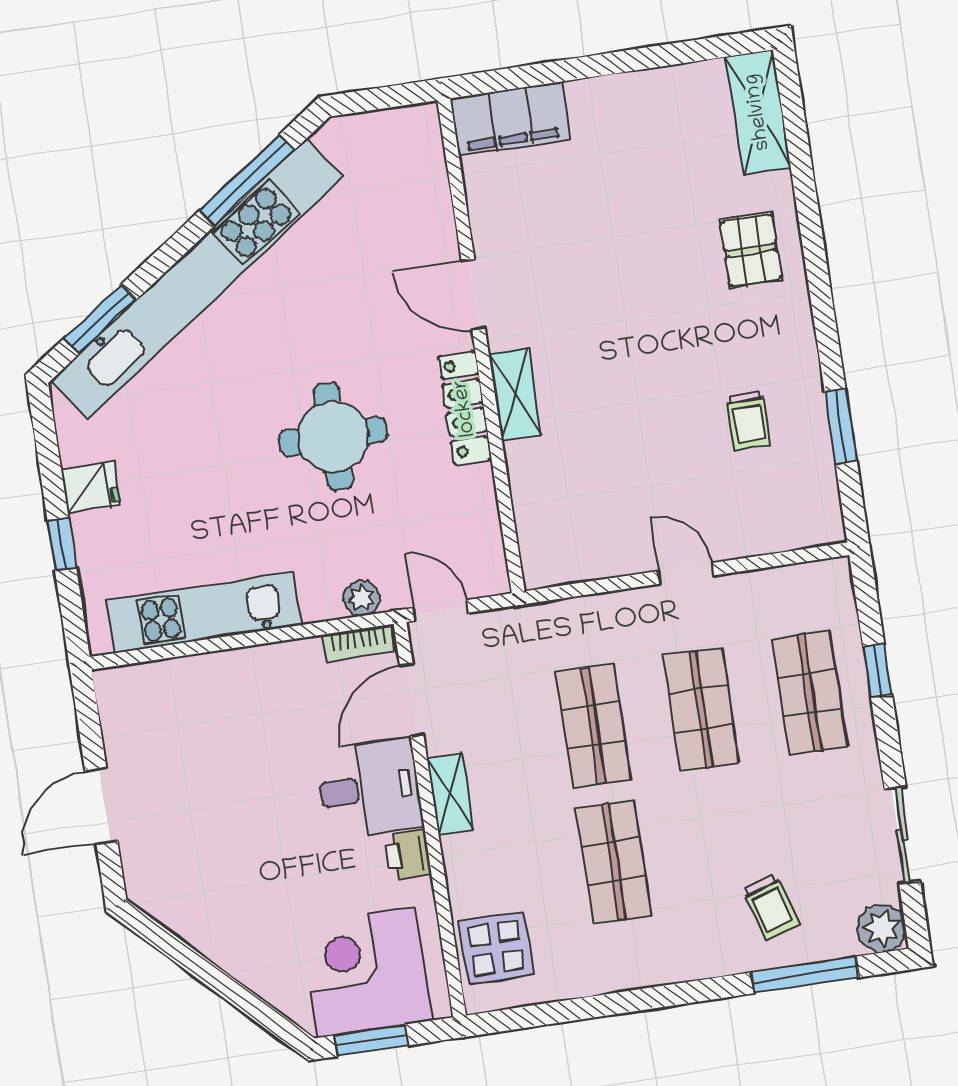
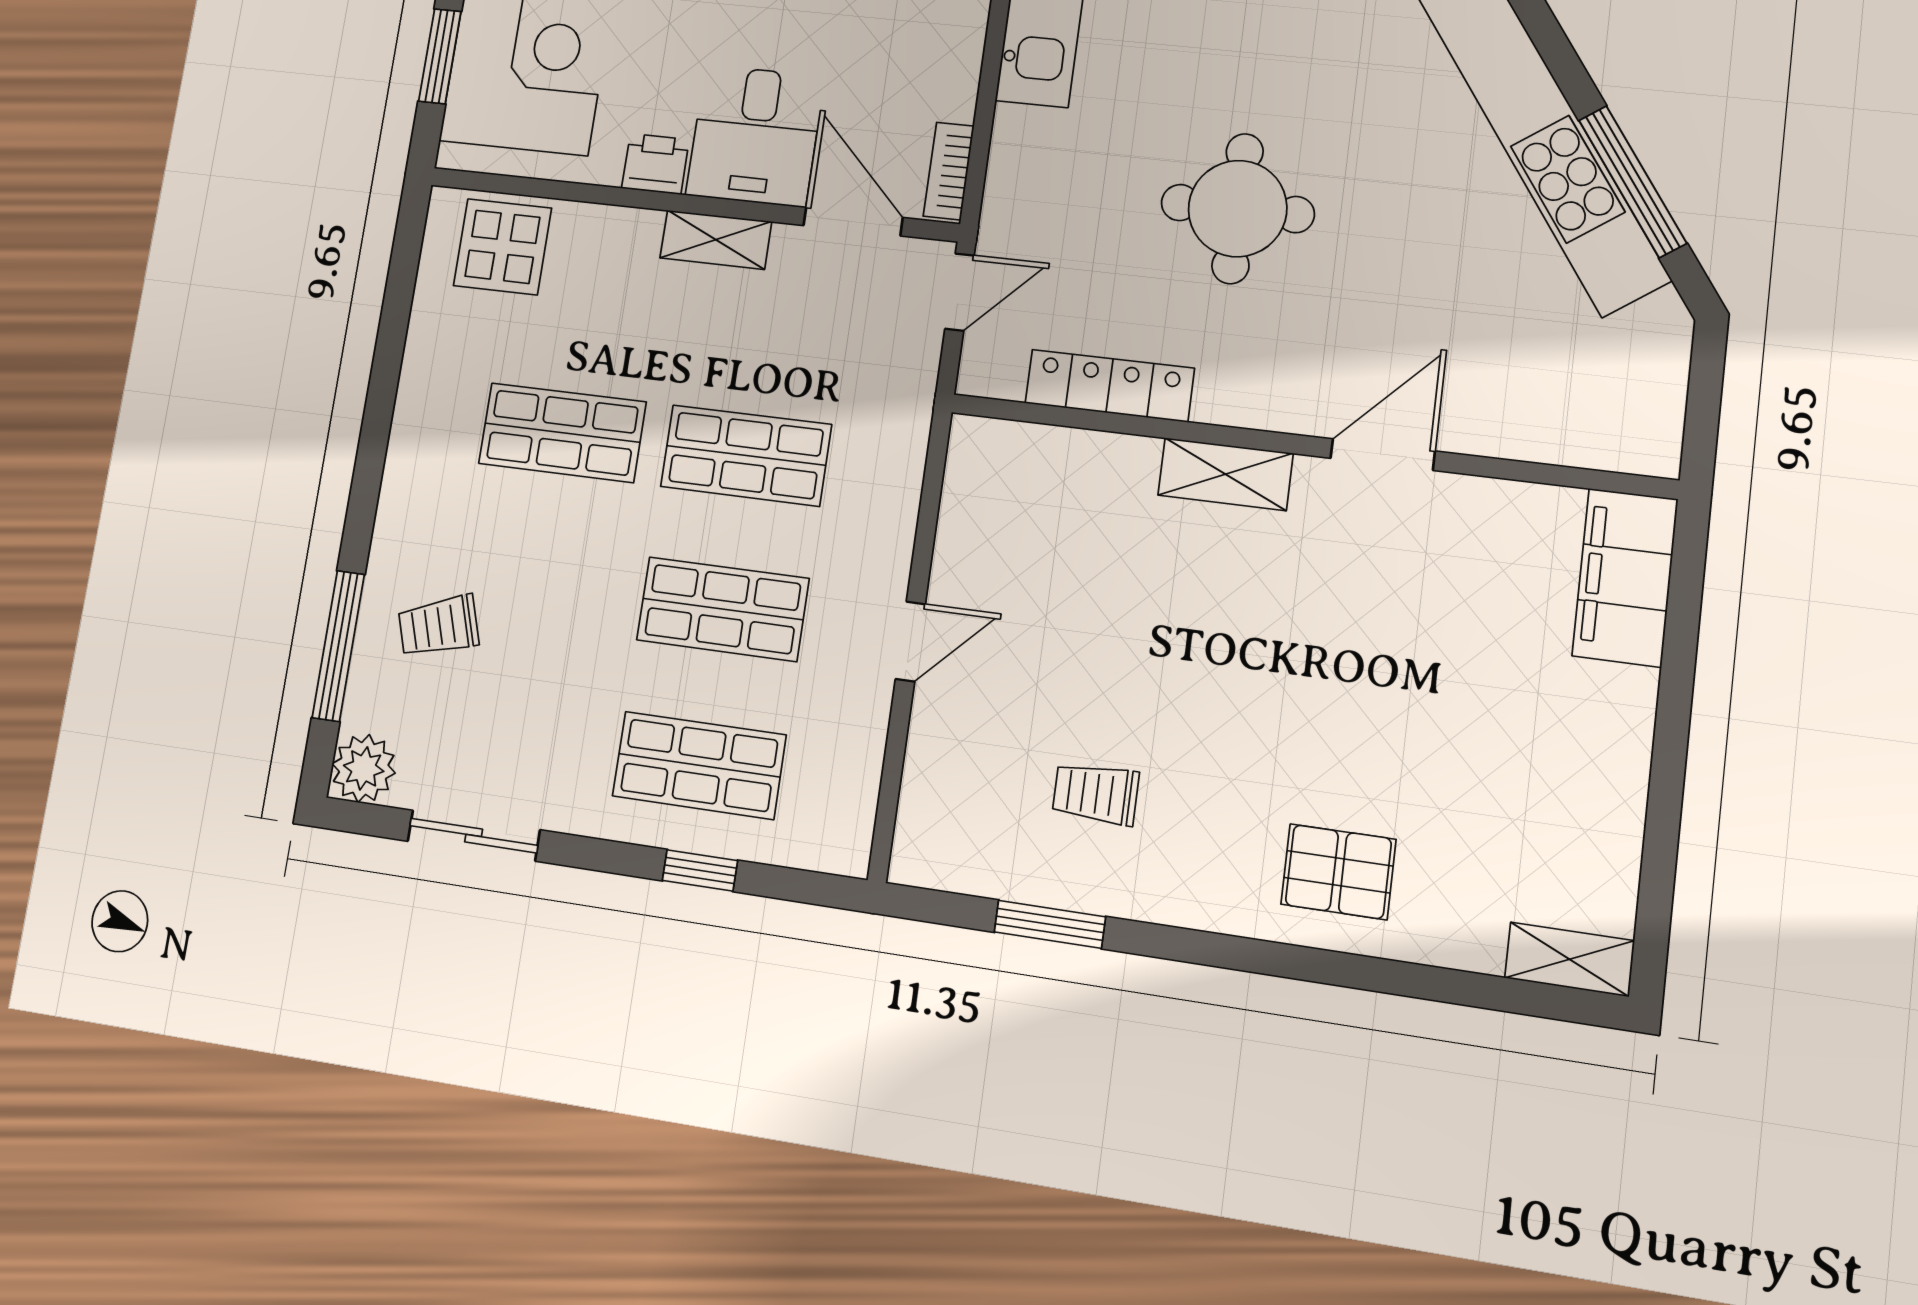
shelving: (758, 112) -> (1569, 959), width x0.67, depth x0.75
locker: (465, 408) -> (1110, 386), moved
plant: (362, 598) -> (1007, 191), removed

